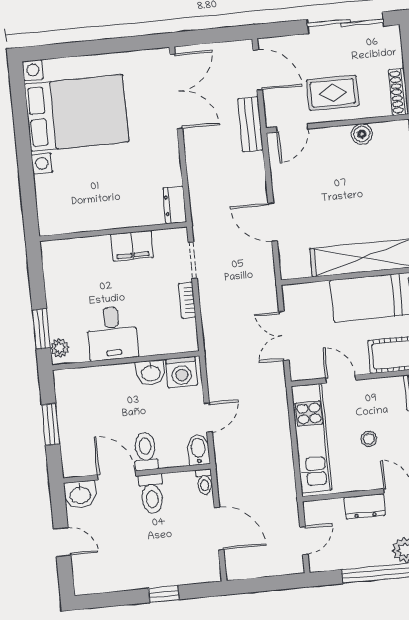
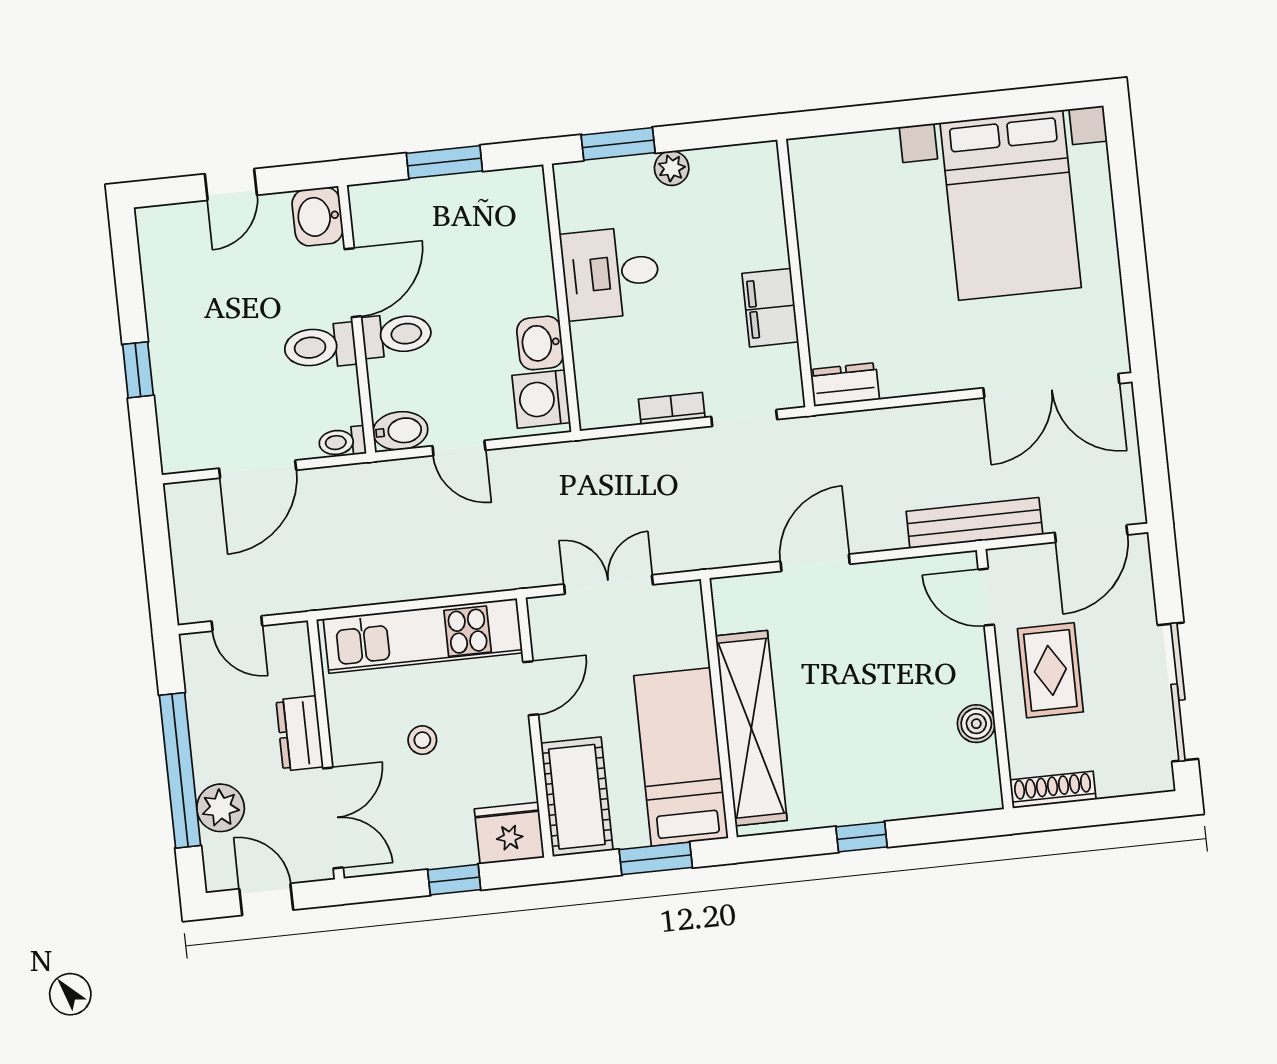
bench: (250, 124) -> (974, 523), width x1.36
plant: (60, 348) -> (672, 168), moved

